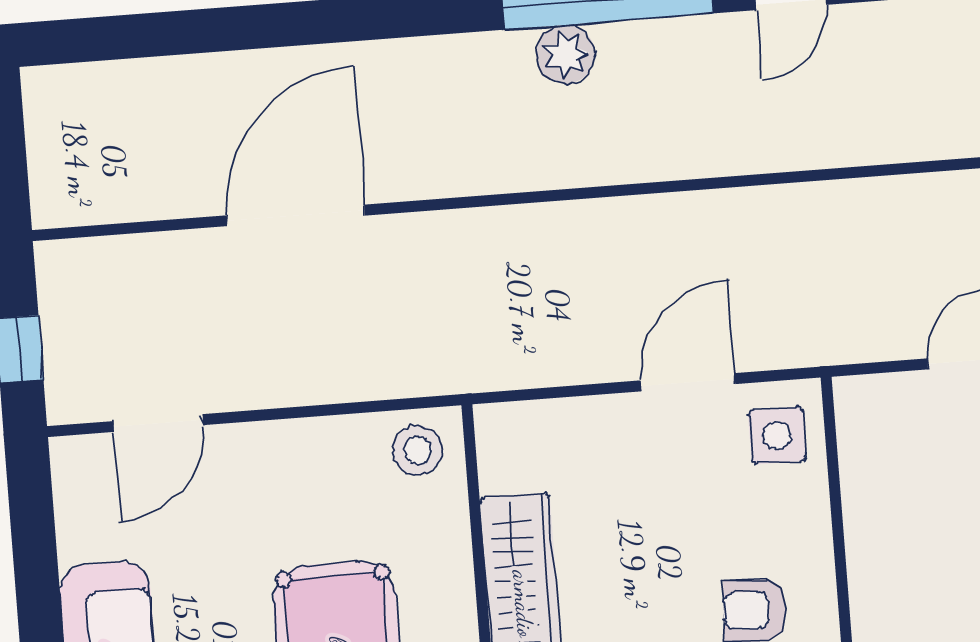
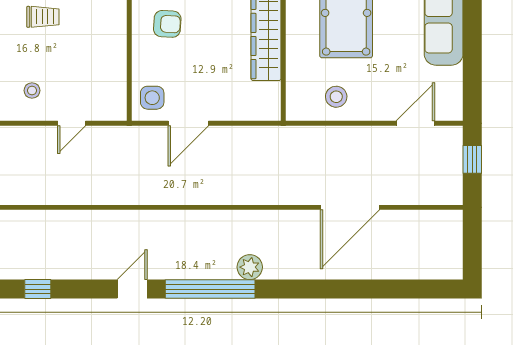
plant: (566, 54) -> (250, 267), moved
stool: (418, 450) -> (336, 97), moved

